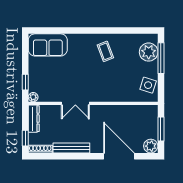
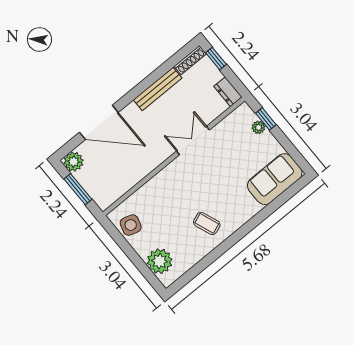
window: (161, 58) -> (141, 266), removed
plant: (33, 97) -> (259, 127), moved
dresser: (34, 119) -> (228, 92), width x0.70

